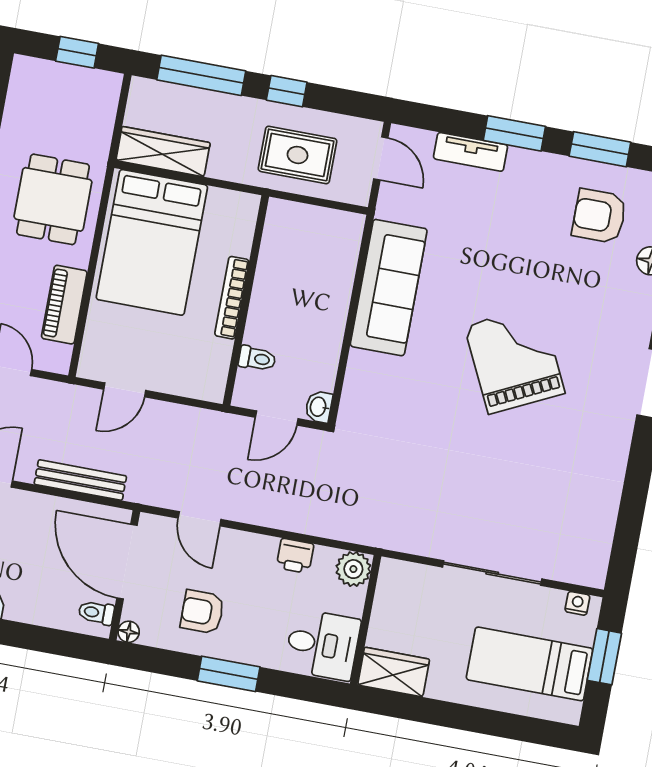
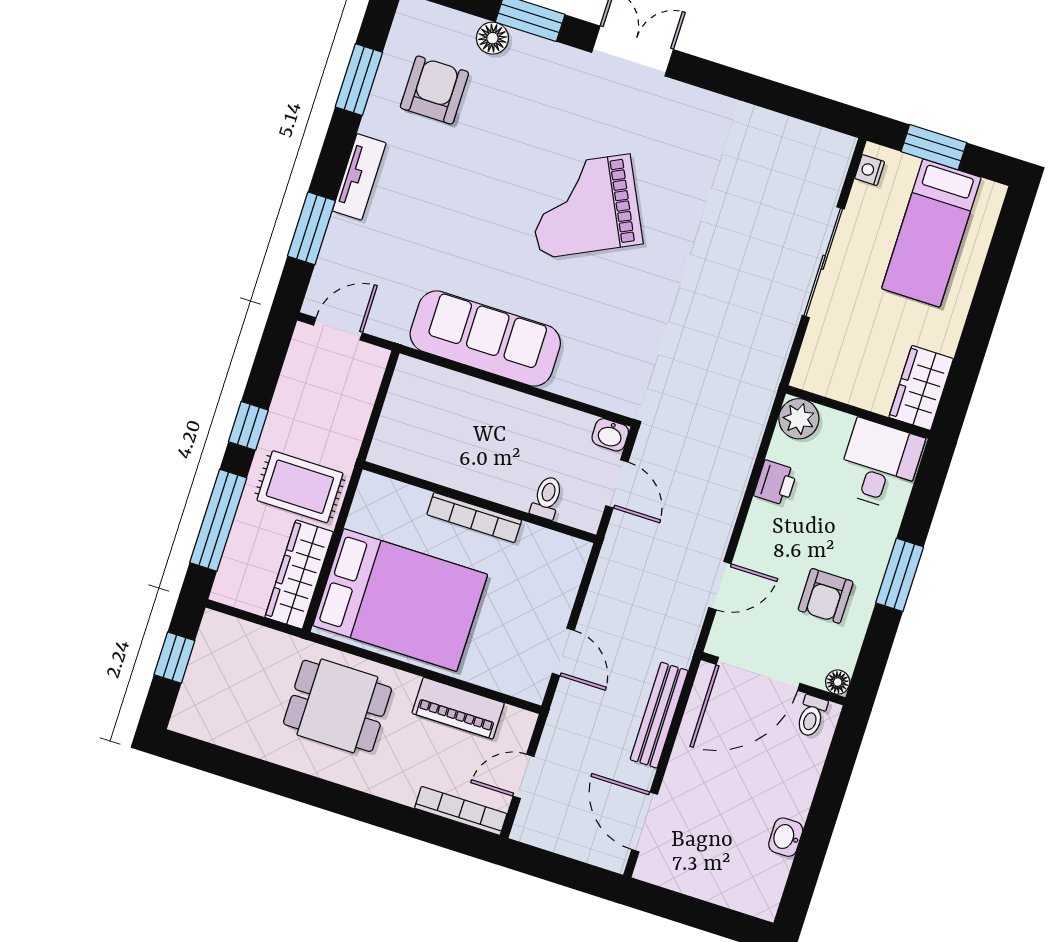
window: (514, 133) -> (311, 228), moved
tv unit: (471, 152) -> (359, 177), moved
rug: (298, 155) -> (300, 487), moved, turned 90
armchair: (599, 216) -> (434, 90), turned 180

